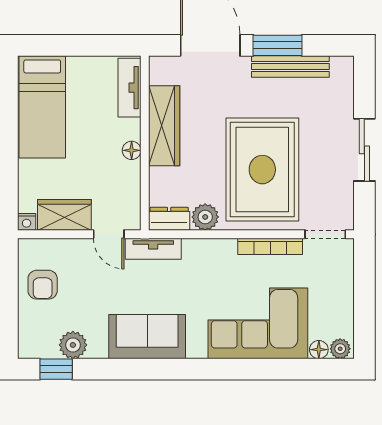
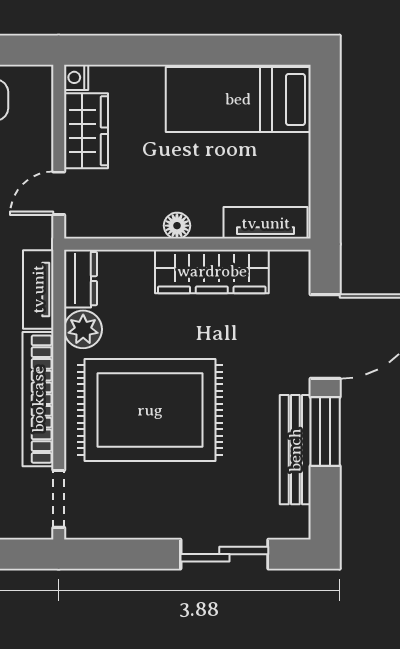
sliding door: (364, 150) -> (224, 554), moved
bookcase: (270, 246) -> (38, 399), width x1.48, depth x1.31
tv unit: (153, 249) -> (38, 289), moved

